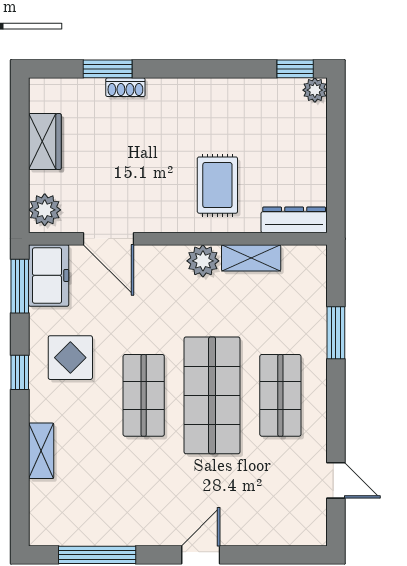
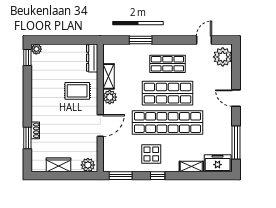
door: (109, 239) -> (100, 126), moved
freezer: (49, 275) -> (218, 163), moved
shop shelf: (144, 395) -> (167, 123), width x2.00, depth x1.36
plant: (296, 524) -> (223, 57), added

